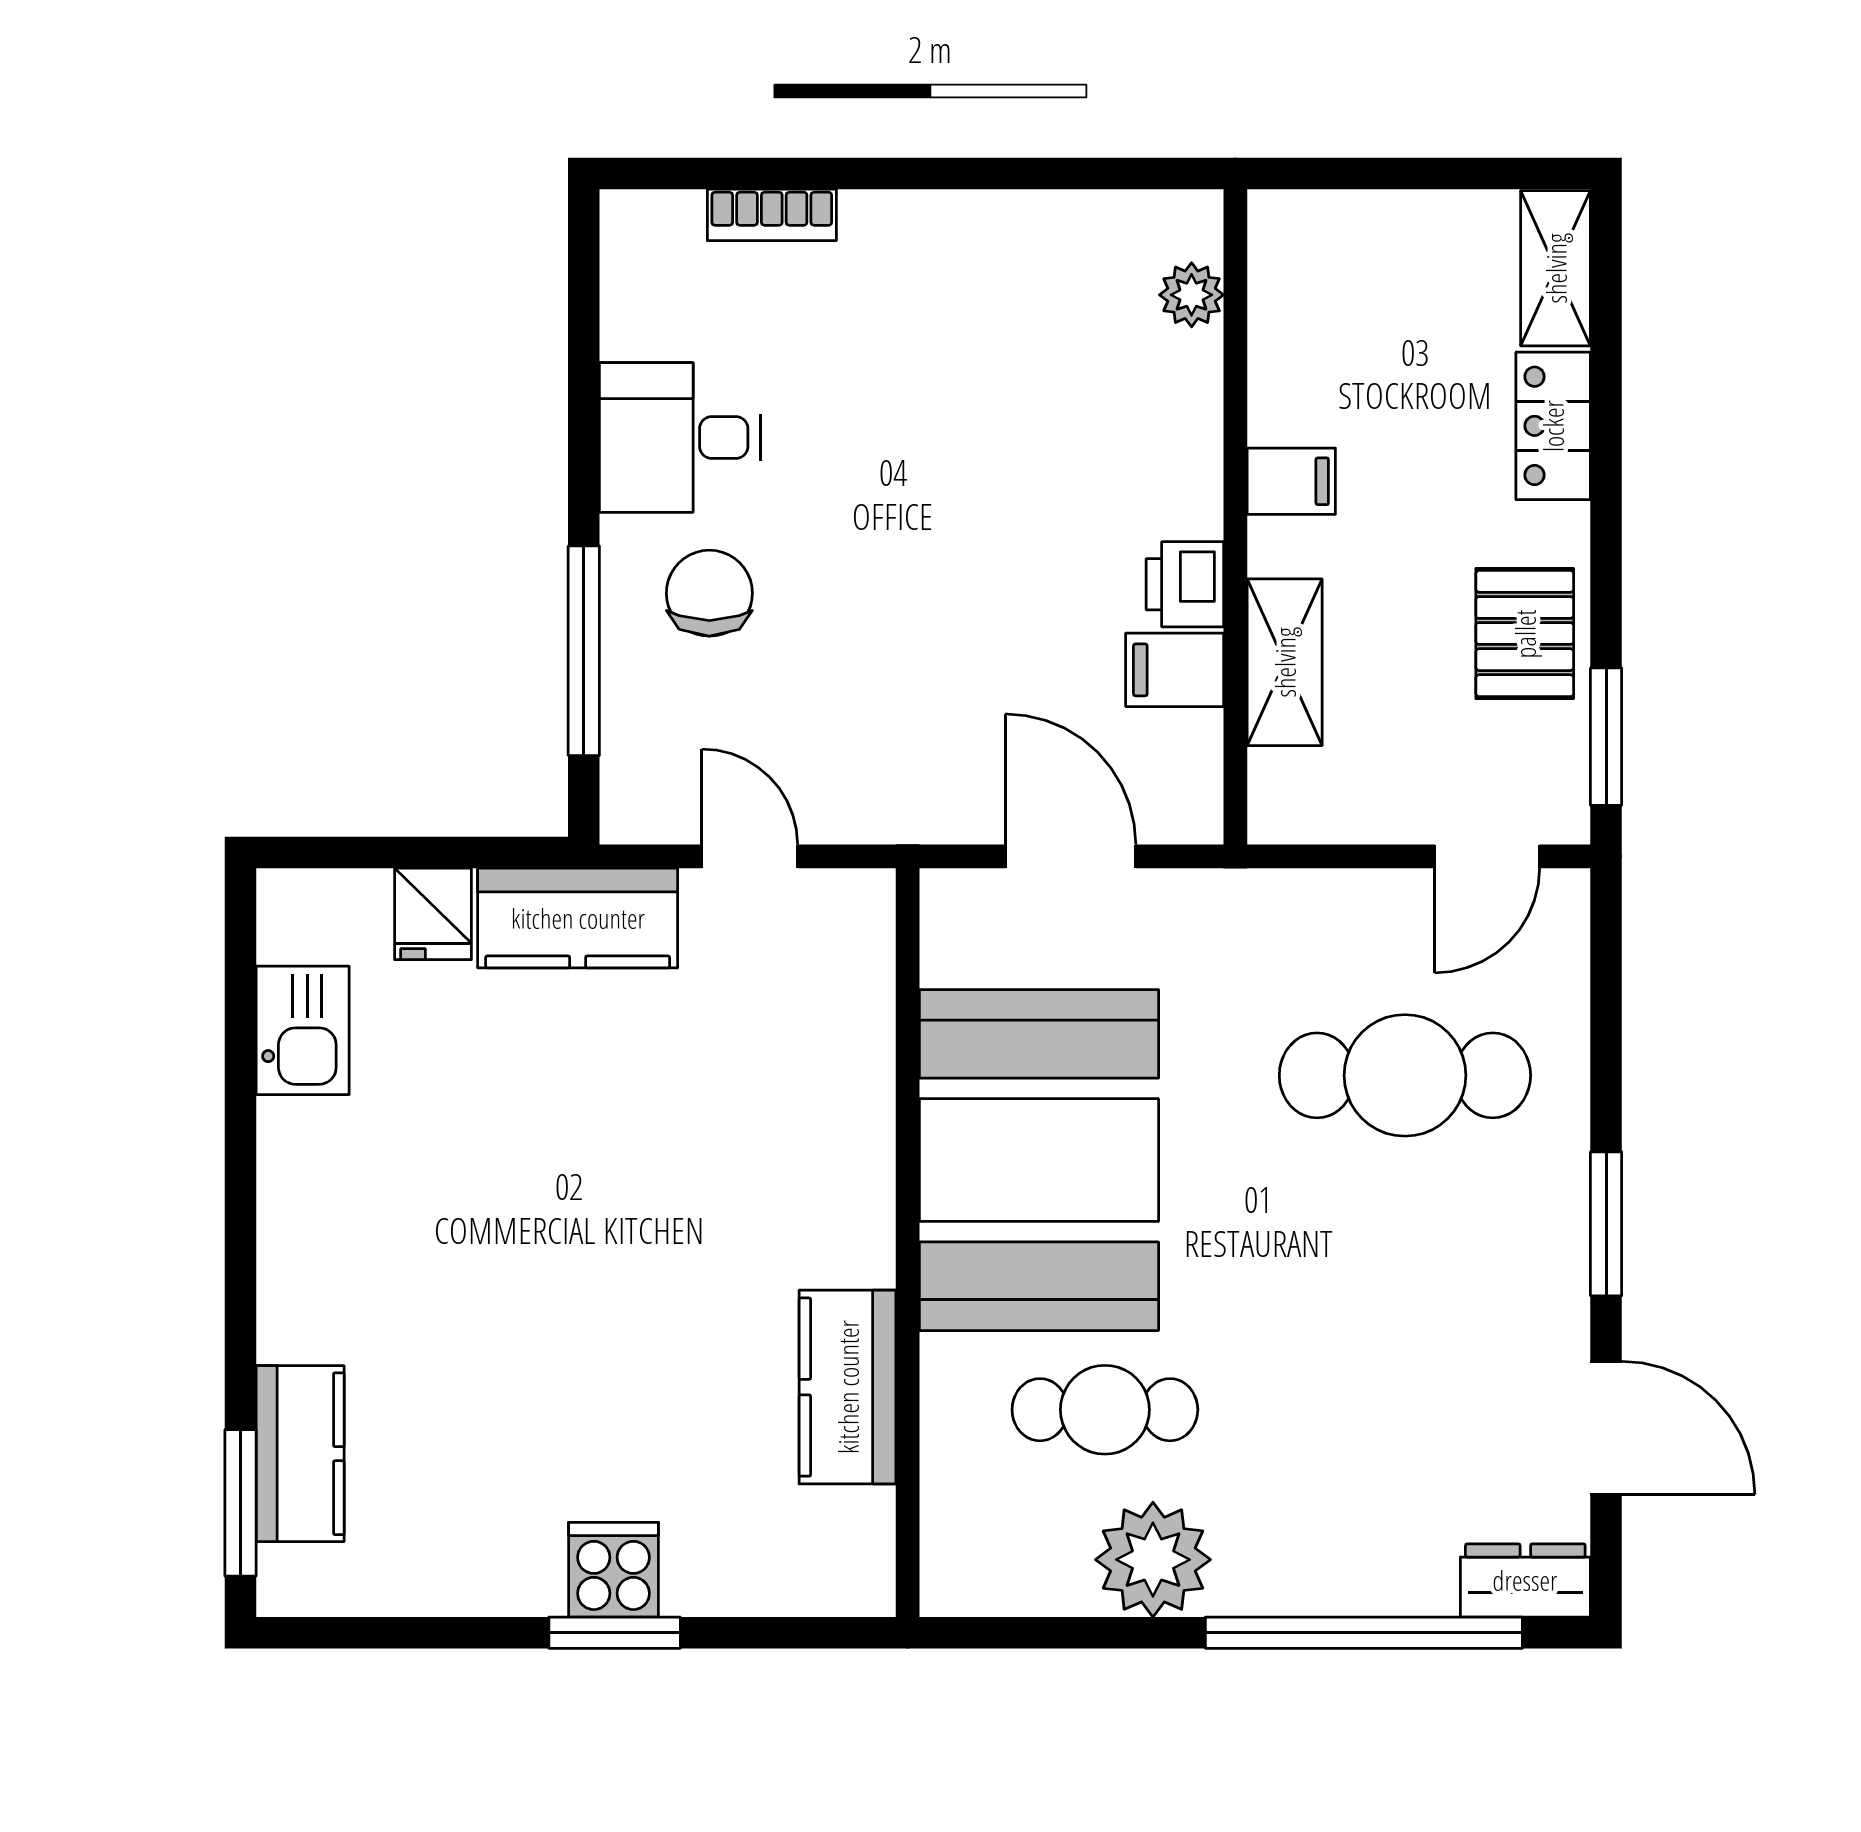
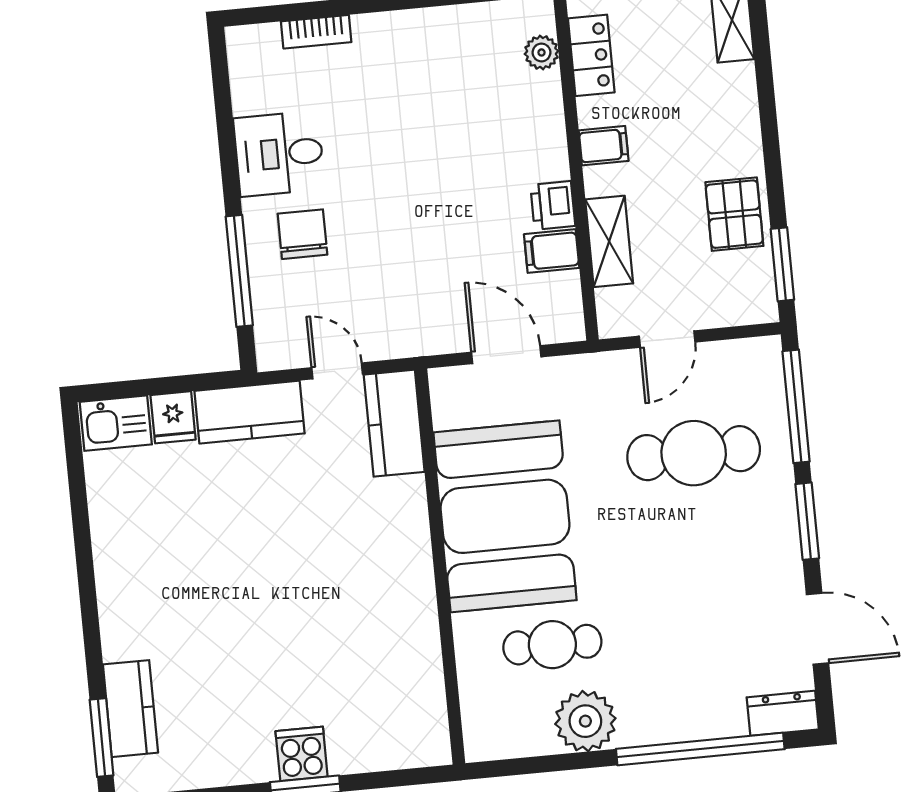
locker: (1553, 426) -> (591, 55), moved, turned 180
door: (1487, 856) -> (667, 339), moved
window: (1606, 1006) -> (796, 406), added
kitchen sink: (303, 1030) -> (116, 423), moved, turned 90
kitchen counter: (848, 1387) -> (394, 423), moved

